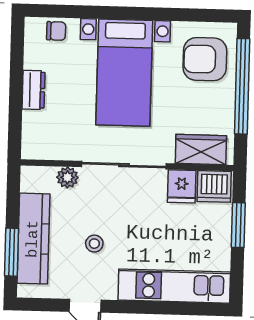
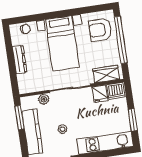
dresser: (34, 90) -> (20, 60), width x1.44
window: (238, 225) -> (133, 120), moved
window: (12, 252) -> (20, 118), moved

